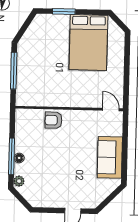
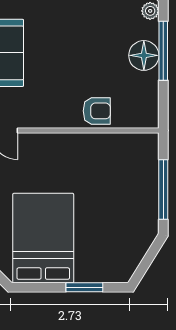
floor lamp: (19, 158) -> (144, 55), width x1.89, depth x1.89

